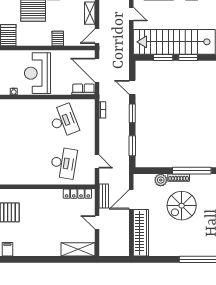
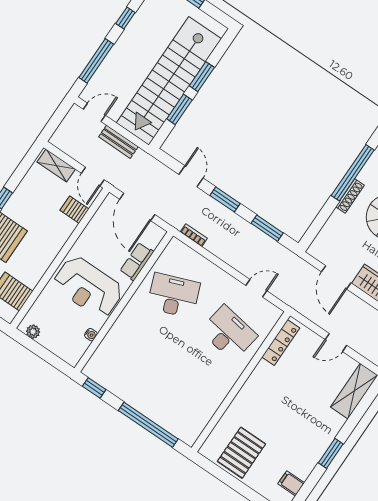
server rack: (58, 38) -> (75, 210), moved
door: (97, 70) -> (137, 207), hinge flipped
door: (132, 87) -> (191, 176), swing flipped
row of seats: (83, 89) -> (137, 261), moved
plant: (161, 180) -> (337, 222), removed
bench: (104, 196) -> (118, 142), moved
window: (37, 259) -> (331, 453), added

